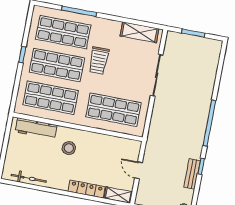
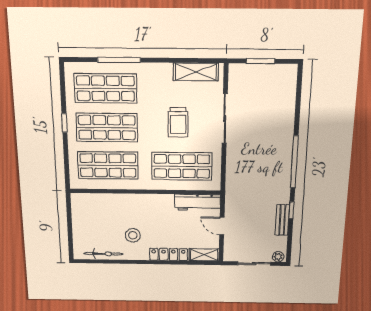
trolley: (99, 61) -> (178, 122), moved
workbench: (36, 129) -> (198, 202), moved
stool: (69, 148) -> (133, 235), moved

